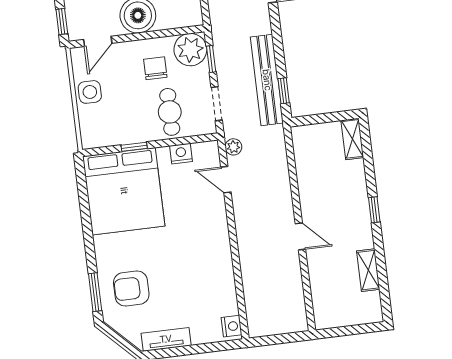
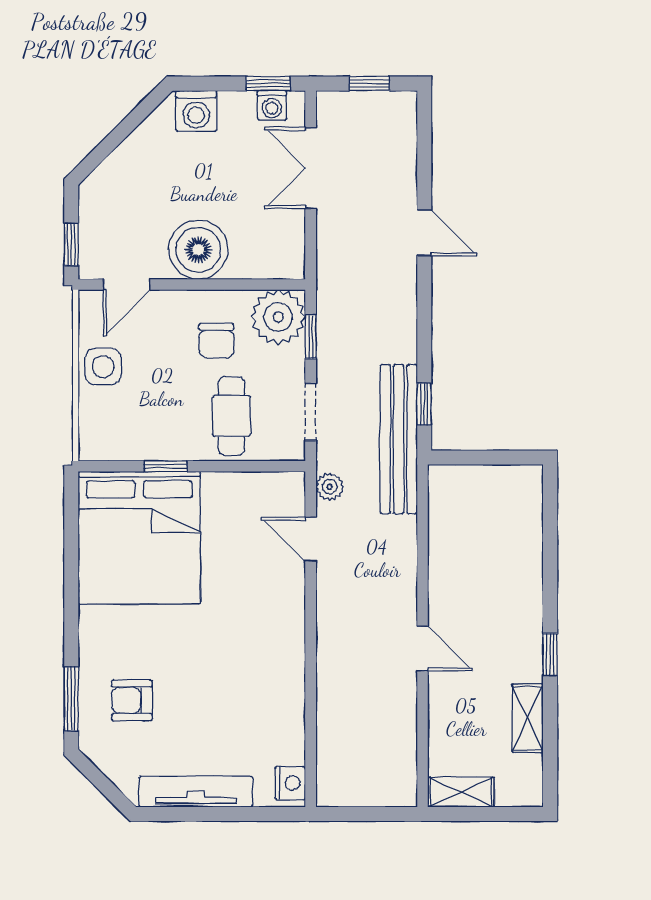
chair: (155, 68) -> (216, 341), turned 180
bench: (267, 80) -> (399, 439), moved
shelving: (352, 139) -> (461, 792), moved, turned 90
nightstand: (181, 154) -> (242, 487), removed
window: (374, 210) -> (550, 655), moved
armchair: (131, 288) -> (132, 700), width x0.72, depth x0.72
tv unit: (166, 339) -> (196, 792), width x1.41

